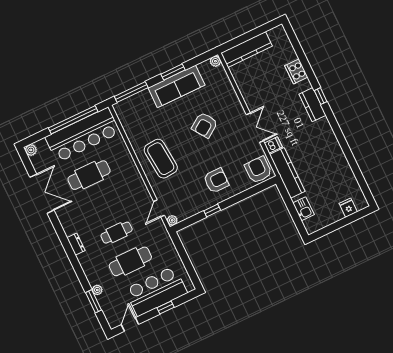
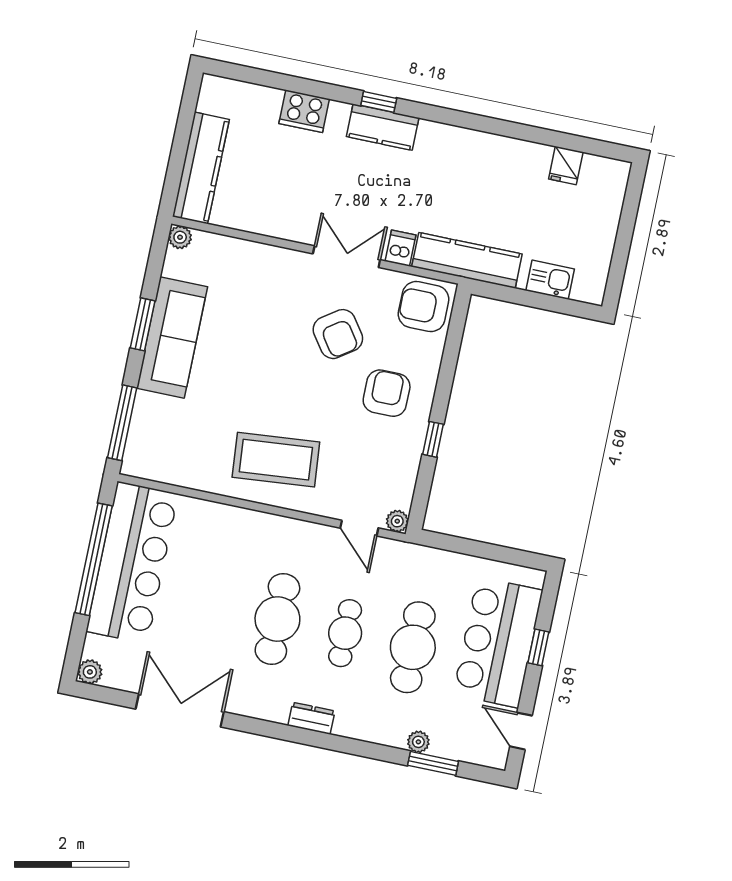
armchair: (205, 125) -> (338, 334), moved
cafe table: (89, 175) -> (277, 619), moved
fridge: (348, 208) -> (566, 165), moved, turned -90

